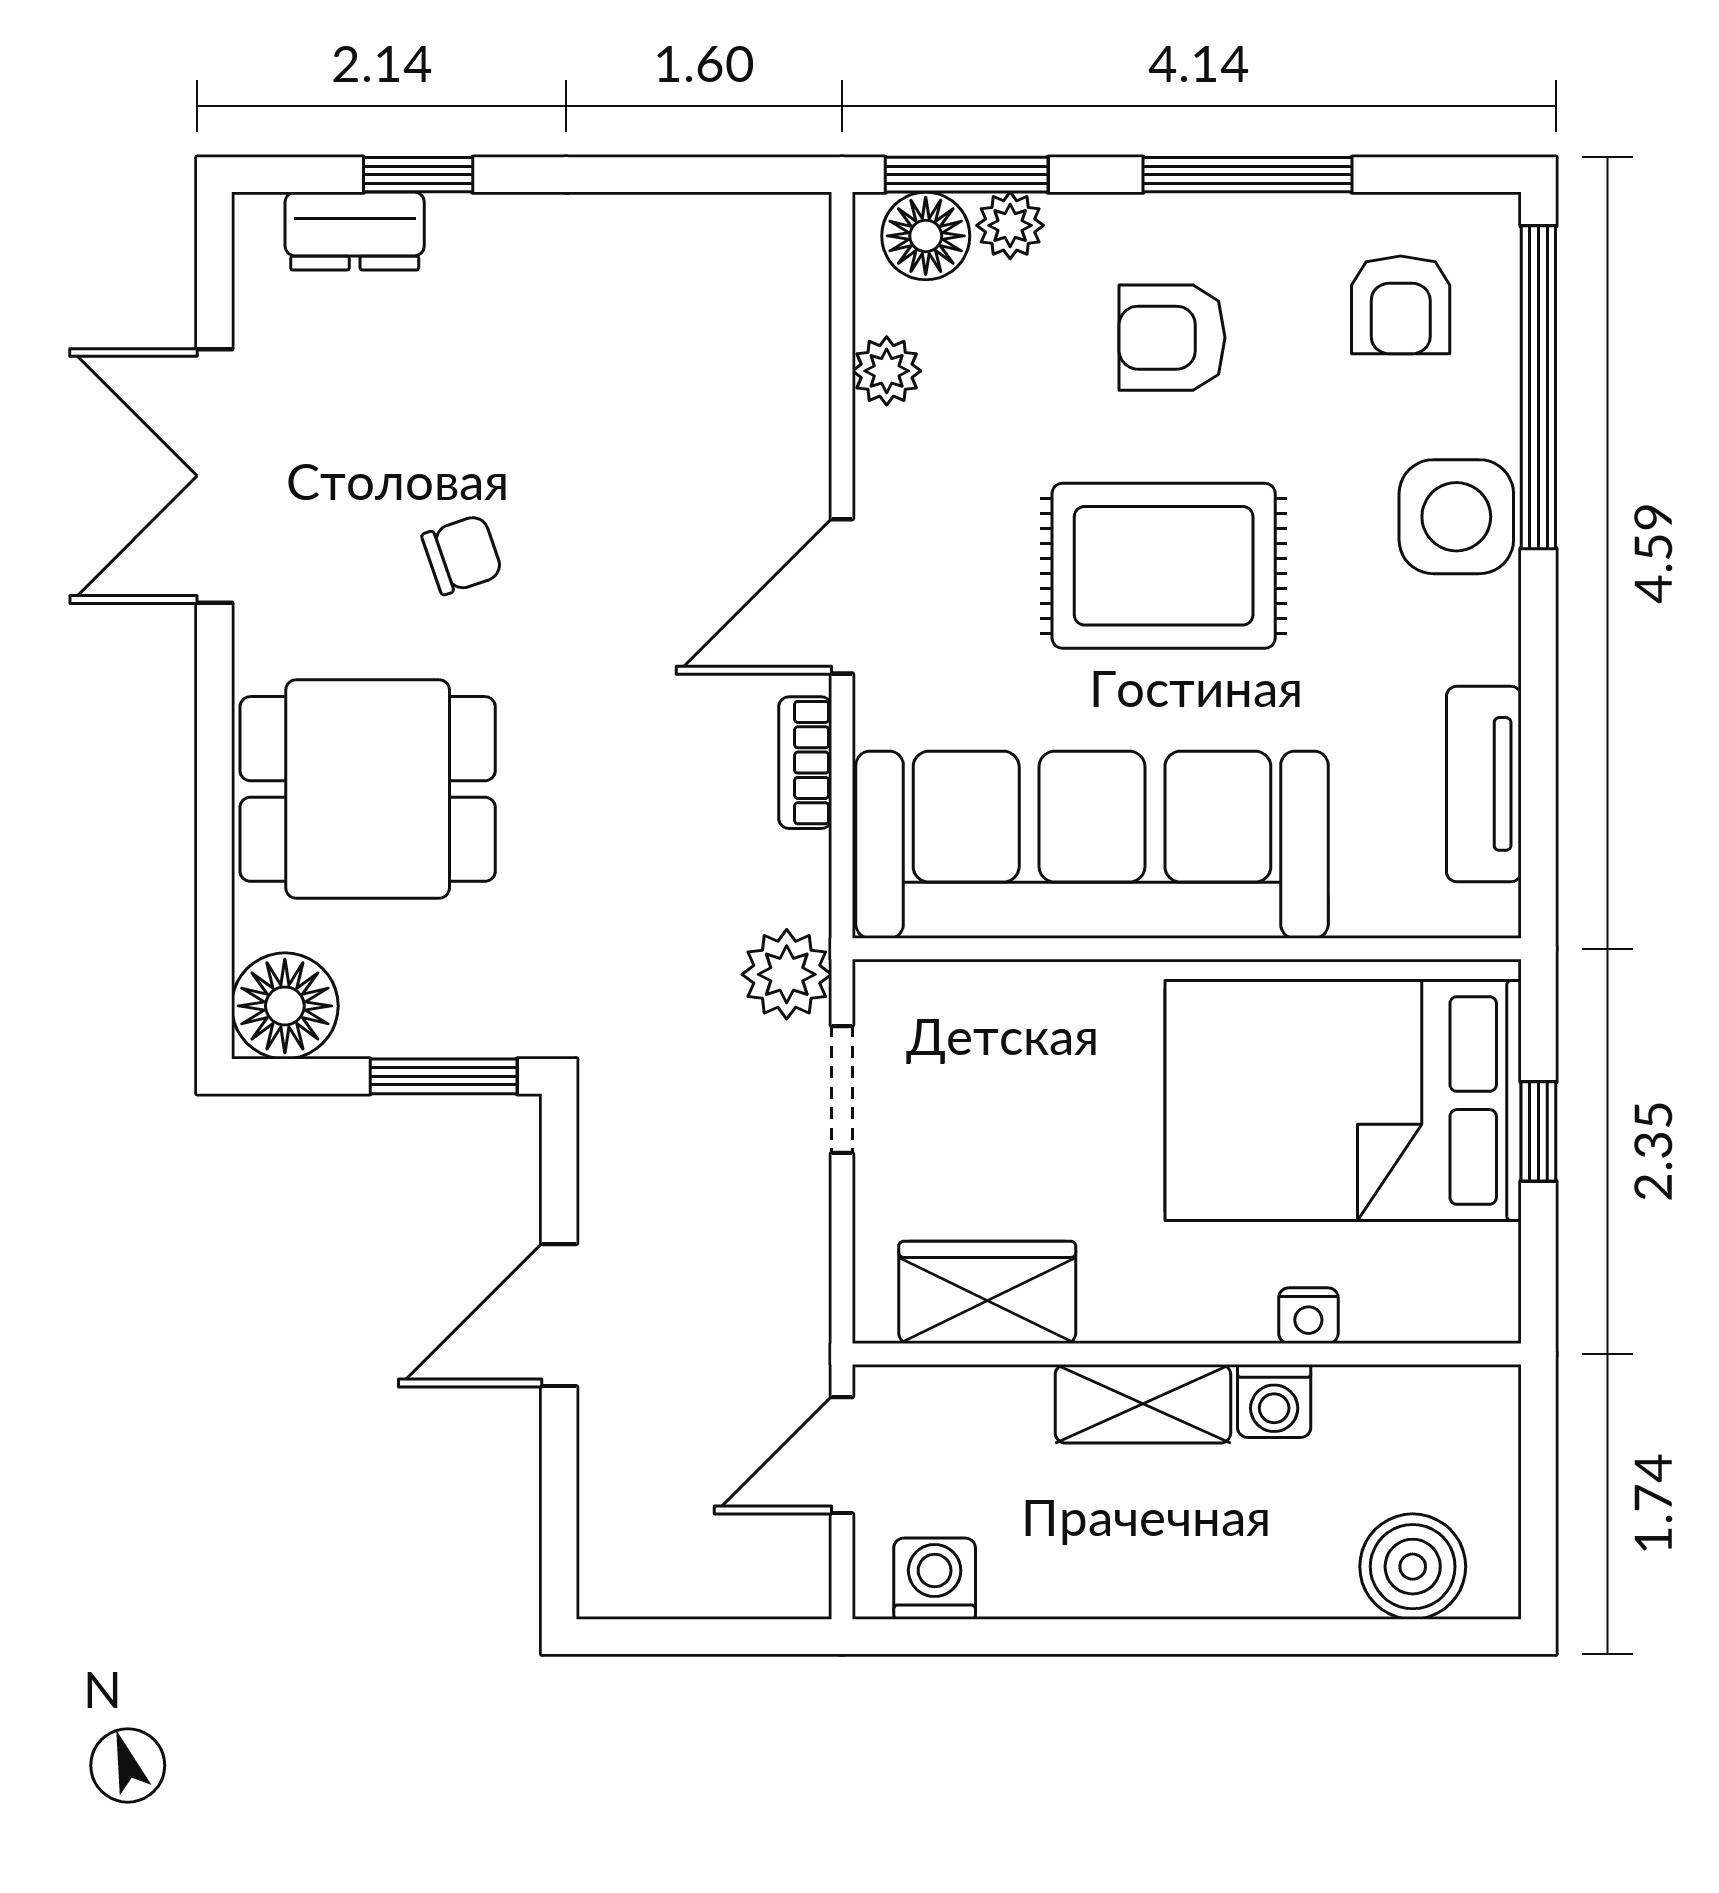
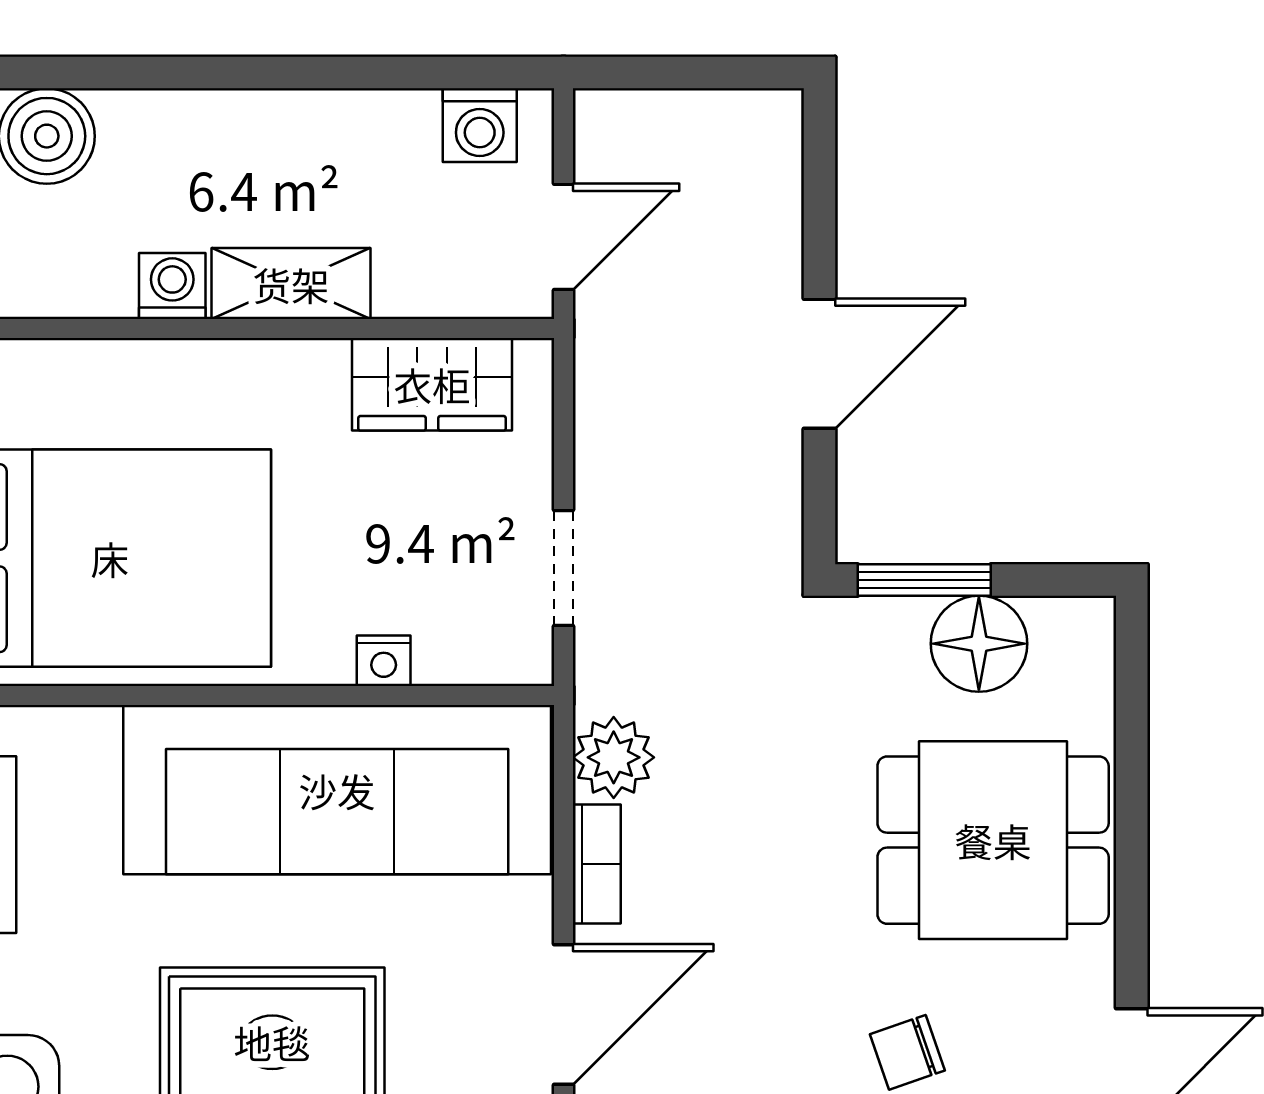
plant: (787, 974) -> (614, 757), moved
floor lamp: (285, 1006) -> (979, 644), moved
nightstand: (1308, 1316) -> (384, 661), moved, turned 180

